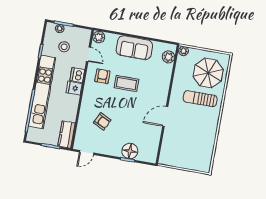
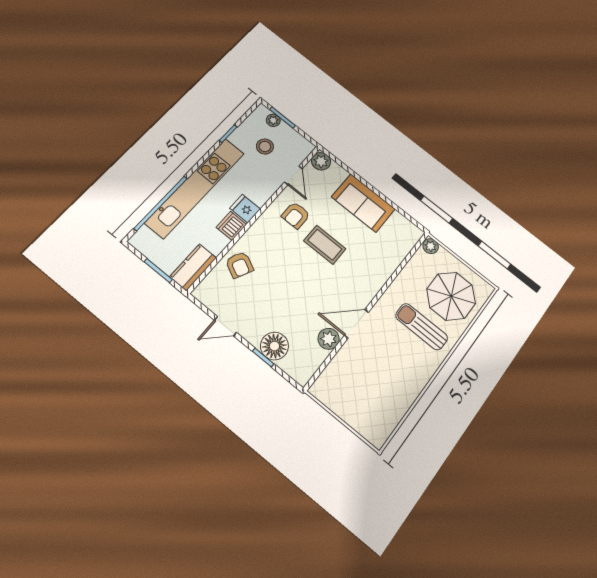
plant: (168, 57) -> (329, 339), moved
dishwasher: (77, 75) -> (231, 226), moved
armchair: (102, 76) -> (296, 215), turned 180
armchair: (102, 121) -> (239, 265), moved
door: (87, 152) -> (225, 326), moved

